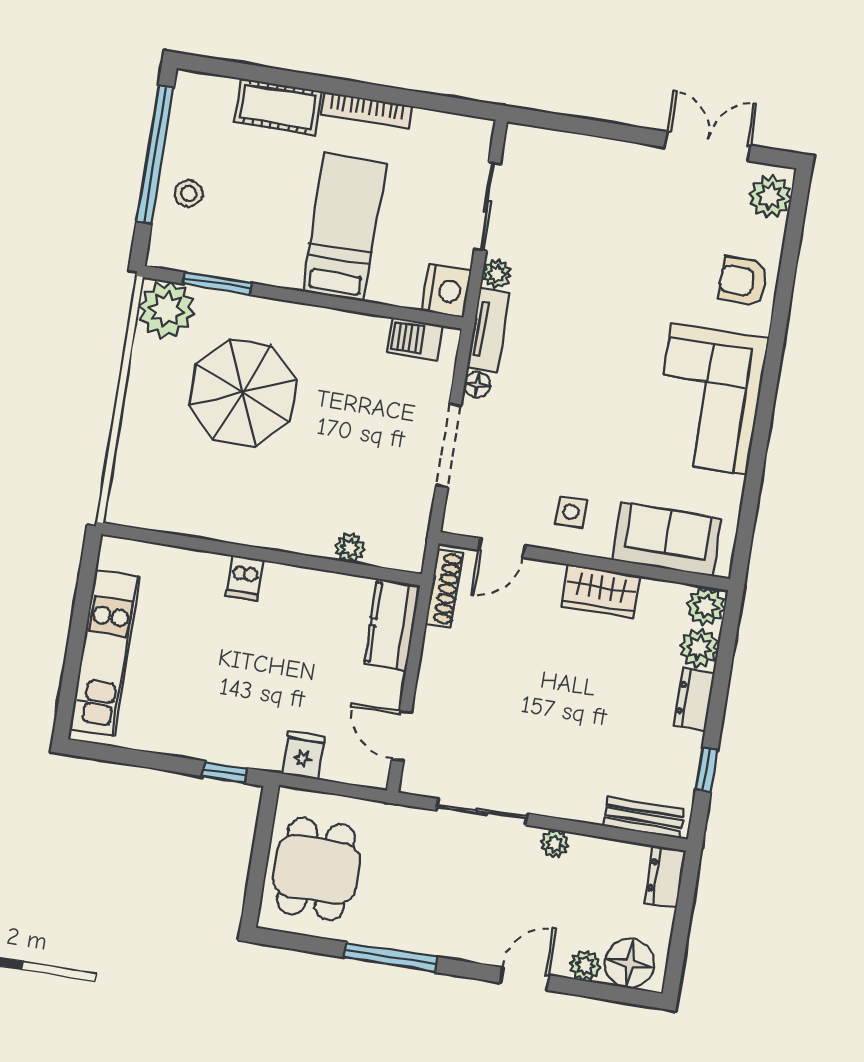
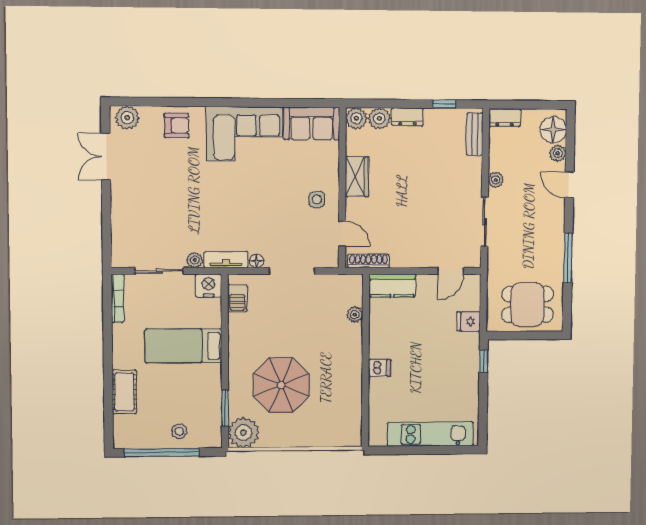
bookcase: (366, 110) -> (118, 298), moved
armchair: (743, 281) -> (176, 125), turned -90
sofa: (667, 539) -> (312, 123), moved, turned -90

